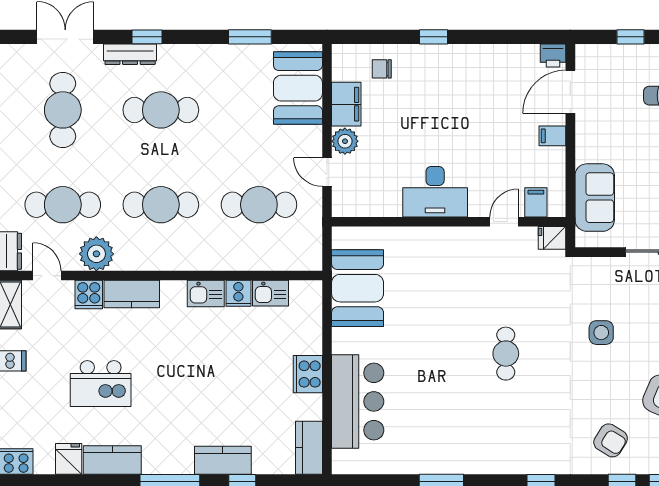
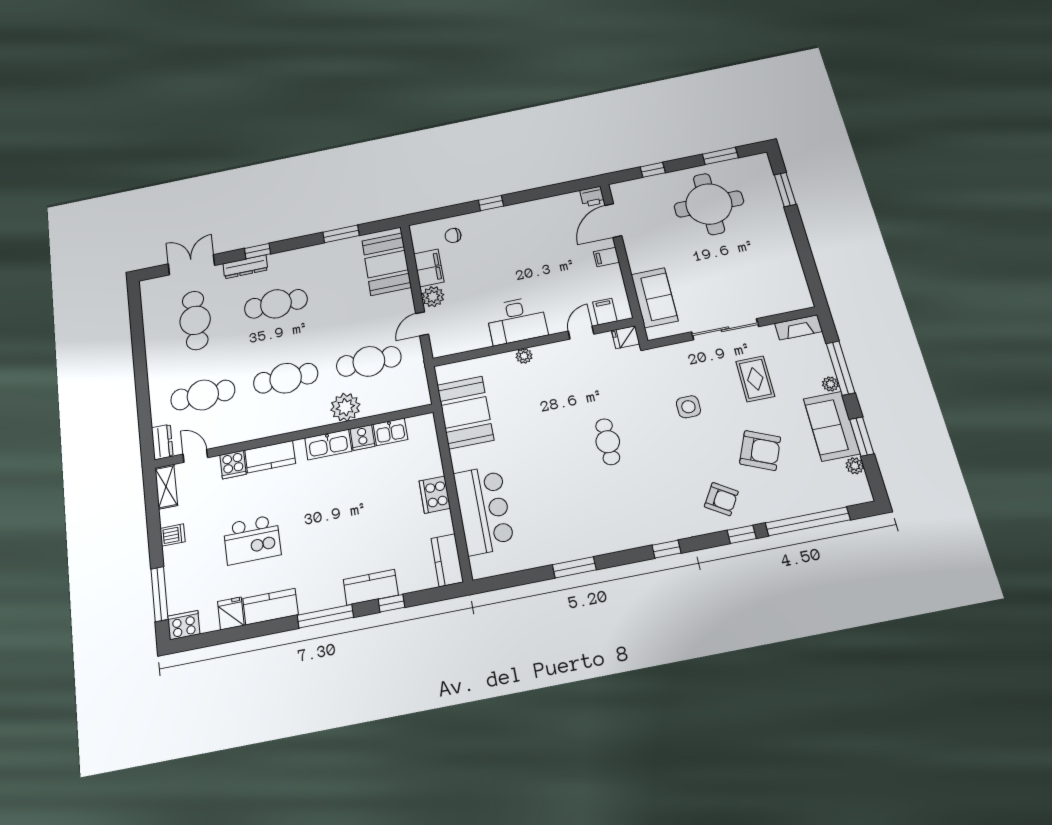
door: (327, 172) -> (422, 324), hinge flipped
plant: (435, 236) -> (524, 356), added
plant: (96, 254) -> (345, 407), moved
kitchen sink: (206, 294) -> (328, 445), width x1.38

